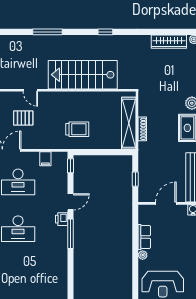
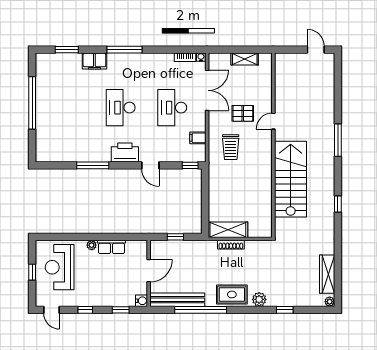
pallet: (23, 118) -> (243, 113), turned 90
shelving: (129, 123) -> (228, 230), width x0.68
trolley: (77, 129) -> (231, 147), moved
door: (166, 203) -> (149, 271), hinge flipped
printer: (62, 219) -> (125, 152), width x1.87, depth x1.48
window: (70, 234) -> (93, 165), moved

